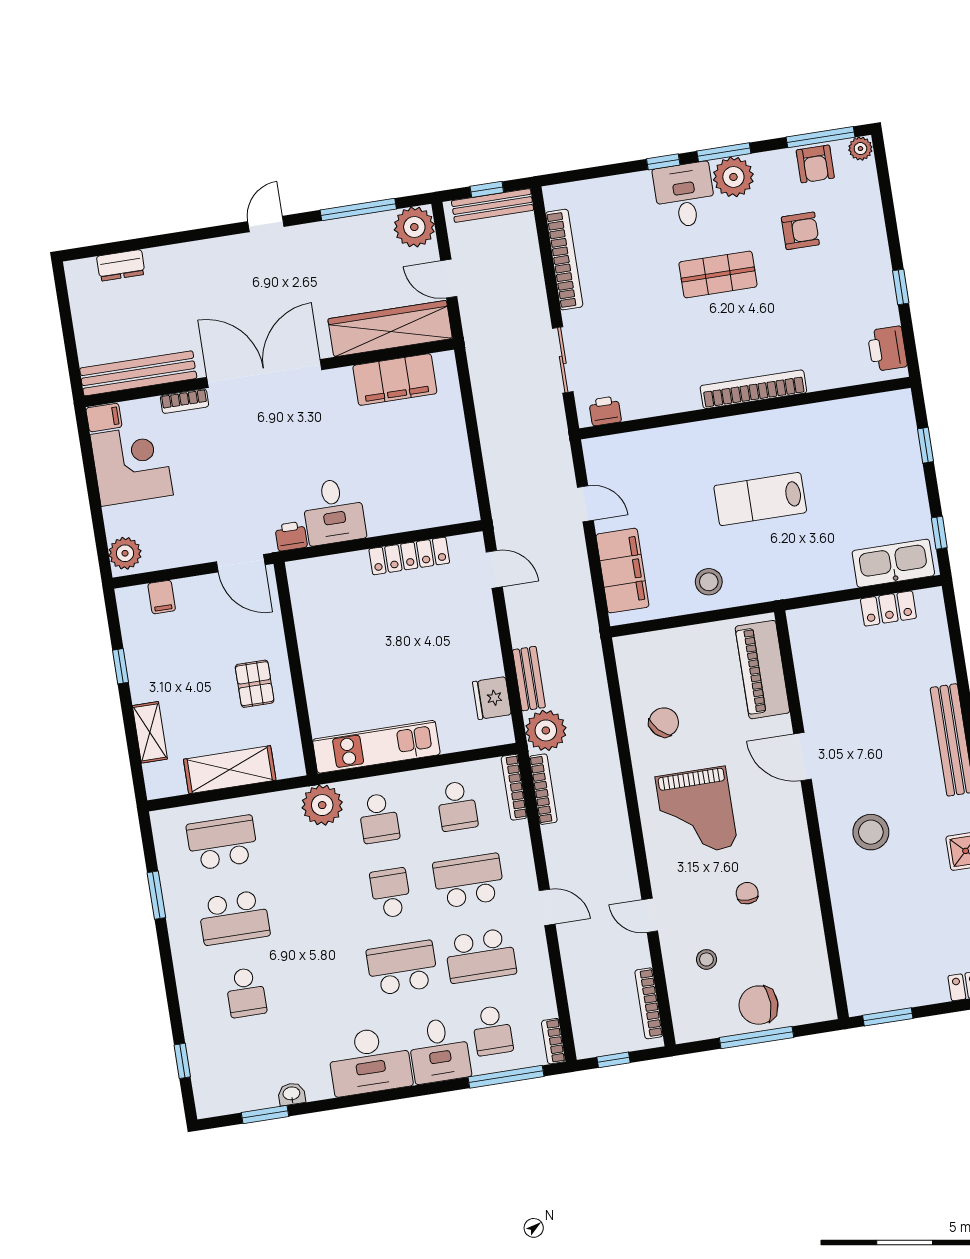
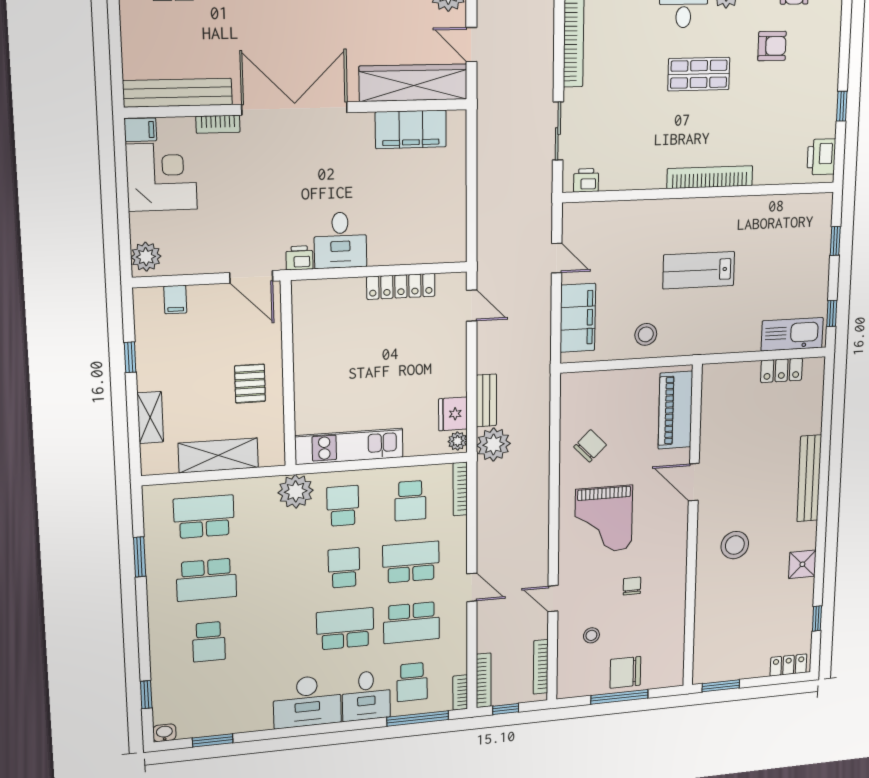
plant: (502, 730) -> (457, 441), added
bookcase: (543, 789) -> (484, 680), moved
school desk: (379, 818) -> (343, 506), turned 180
washbasin: (292, 1094) -> (164, 733), moved

